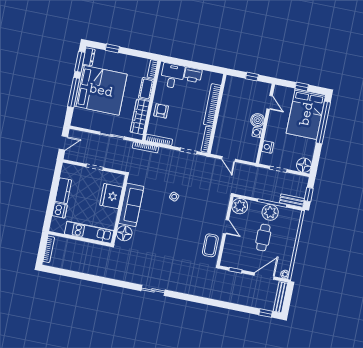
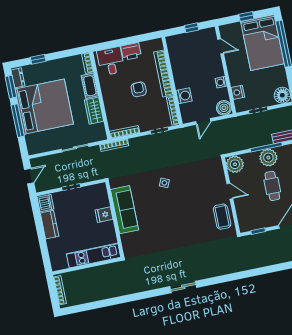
armchair: (161, 111) -> (139, 89), moved
wardrobe: (140, 117) -> (94, 111), width x0.67
boiler: (258, 120) -> (224, 108), moved
washing machine: (222, 131) -> (184, 96), added
door: (228, 159) -> (203, 121), hinge flipped
fridge: (111, 196) -> (104, 215), width x0.53, depth x0.75
dishwasher: (60, 210) -> (45, 203), moved
floor lamp: (124, 233) -> (130, 241), removed

